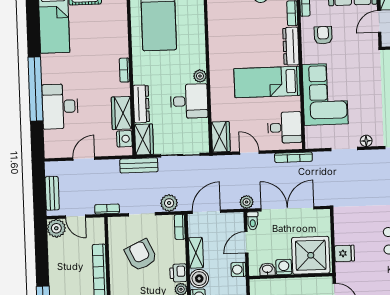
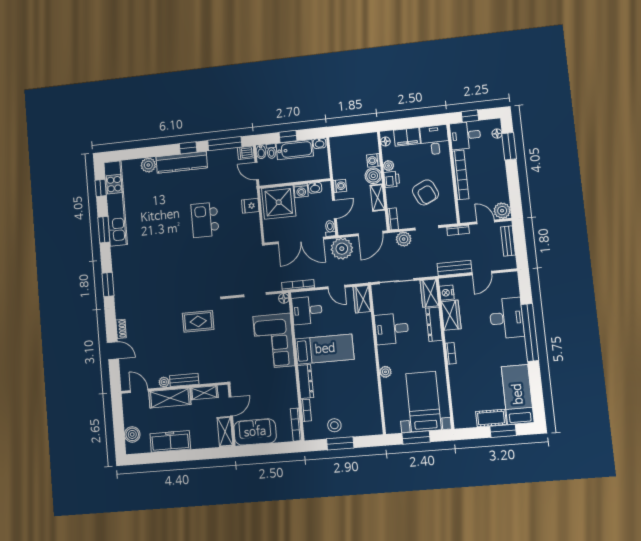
armchair: (323, 35) -> (278, 392), removed
plant: (200, 76) -> (385, 372), moved
floor lamp: (366, 141) -> (284, 298), moved
bench: (139, 165) -> (454, 268), moved
plant: (247, 202) -> (342, 249), width x1.87, depth x1.87

